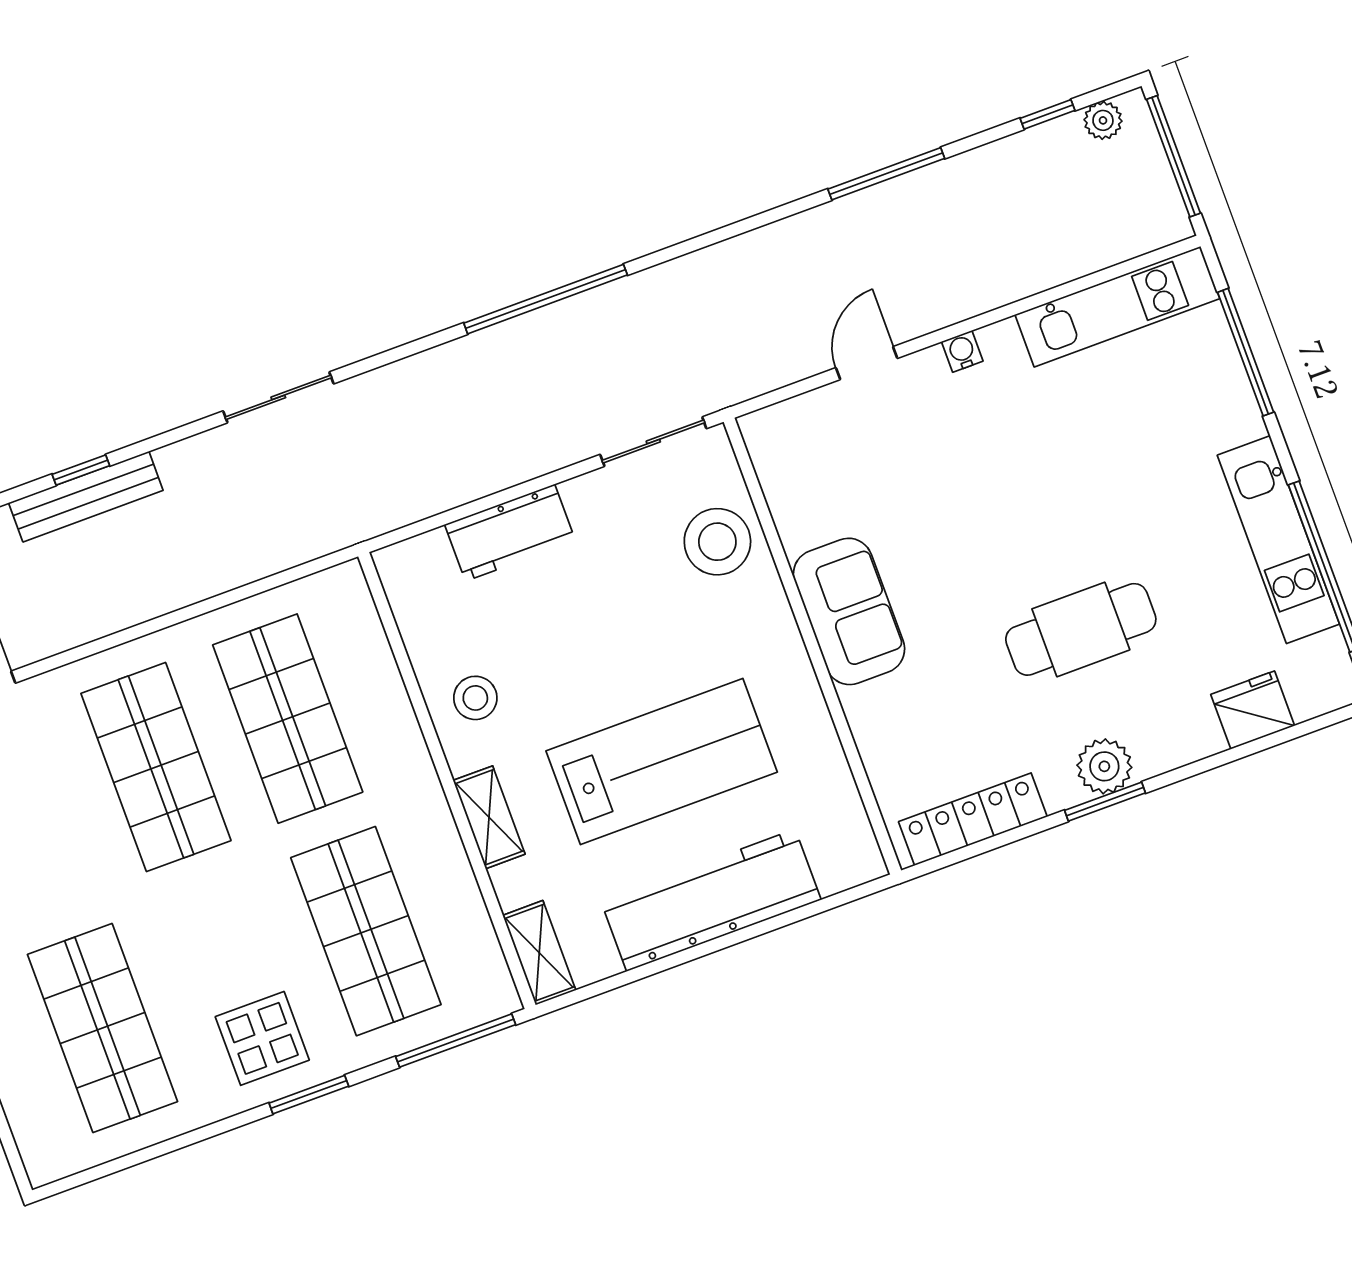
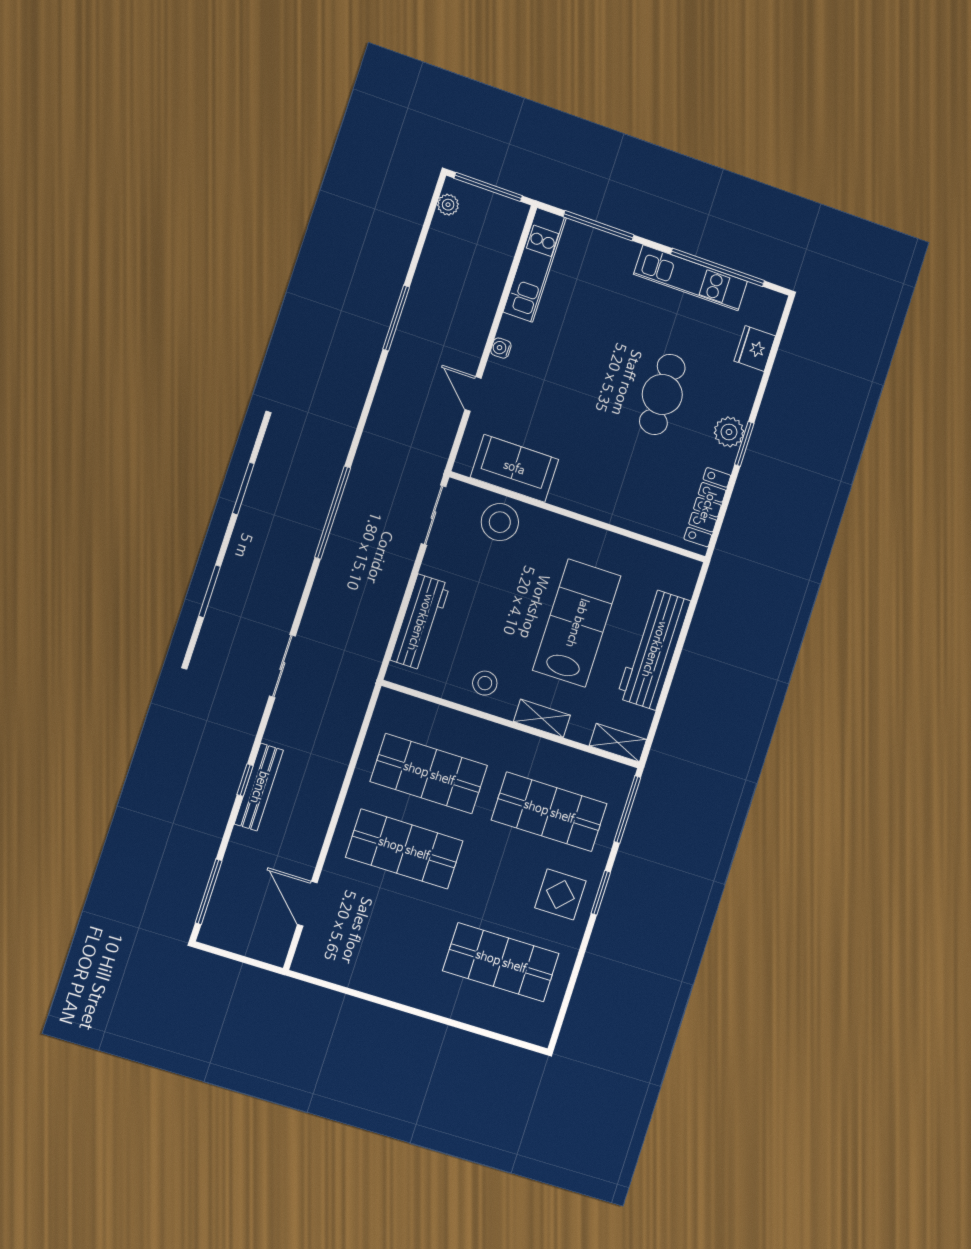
window: (1048, 114) -> (426, 227), removed
workbench: (510, 533) -> (420, 622), width x1.37
sofa: (849, 611) -> (514, 468), moved

